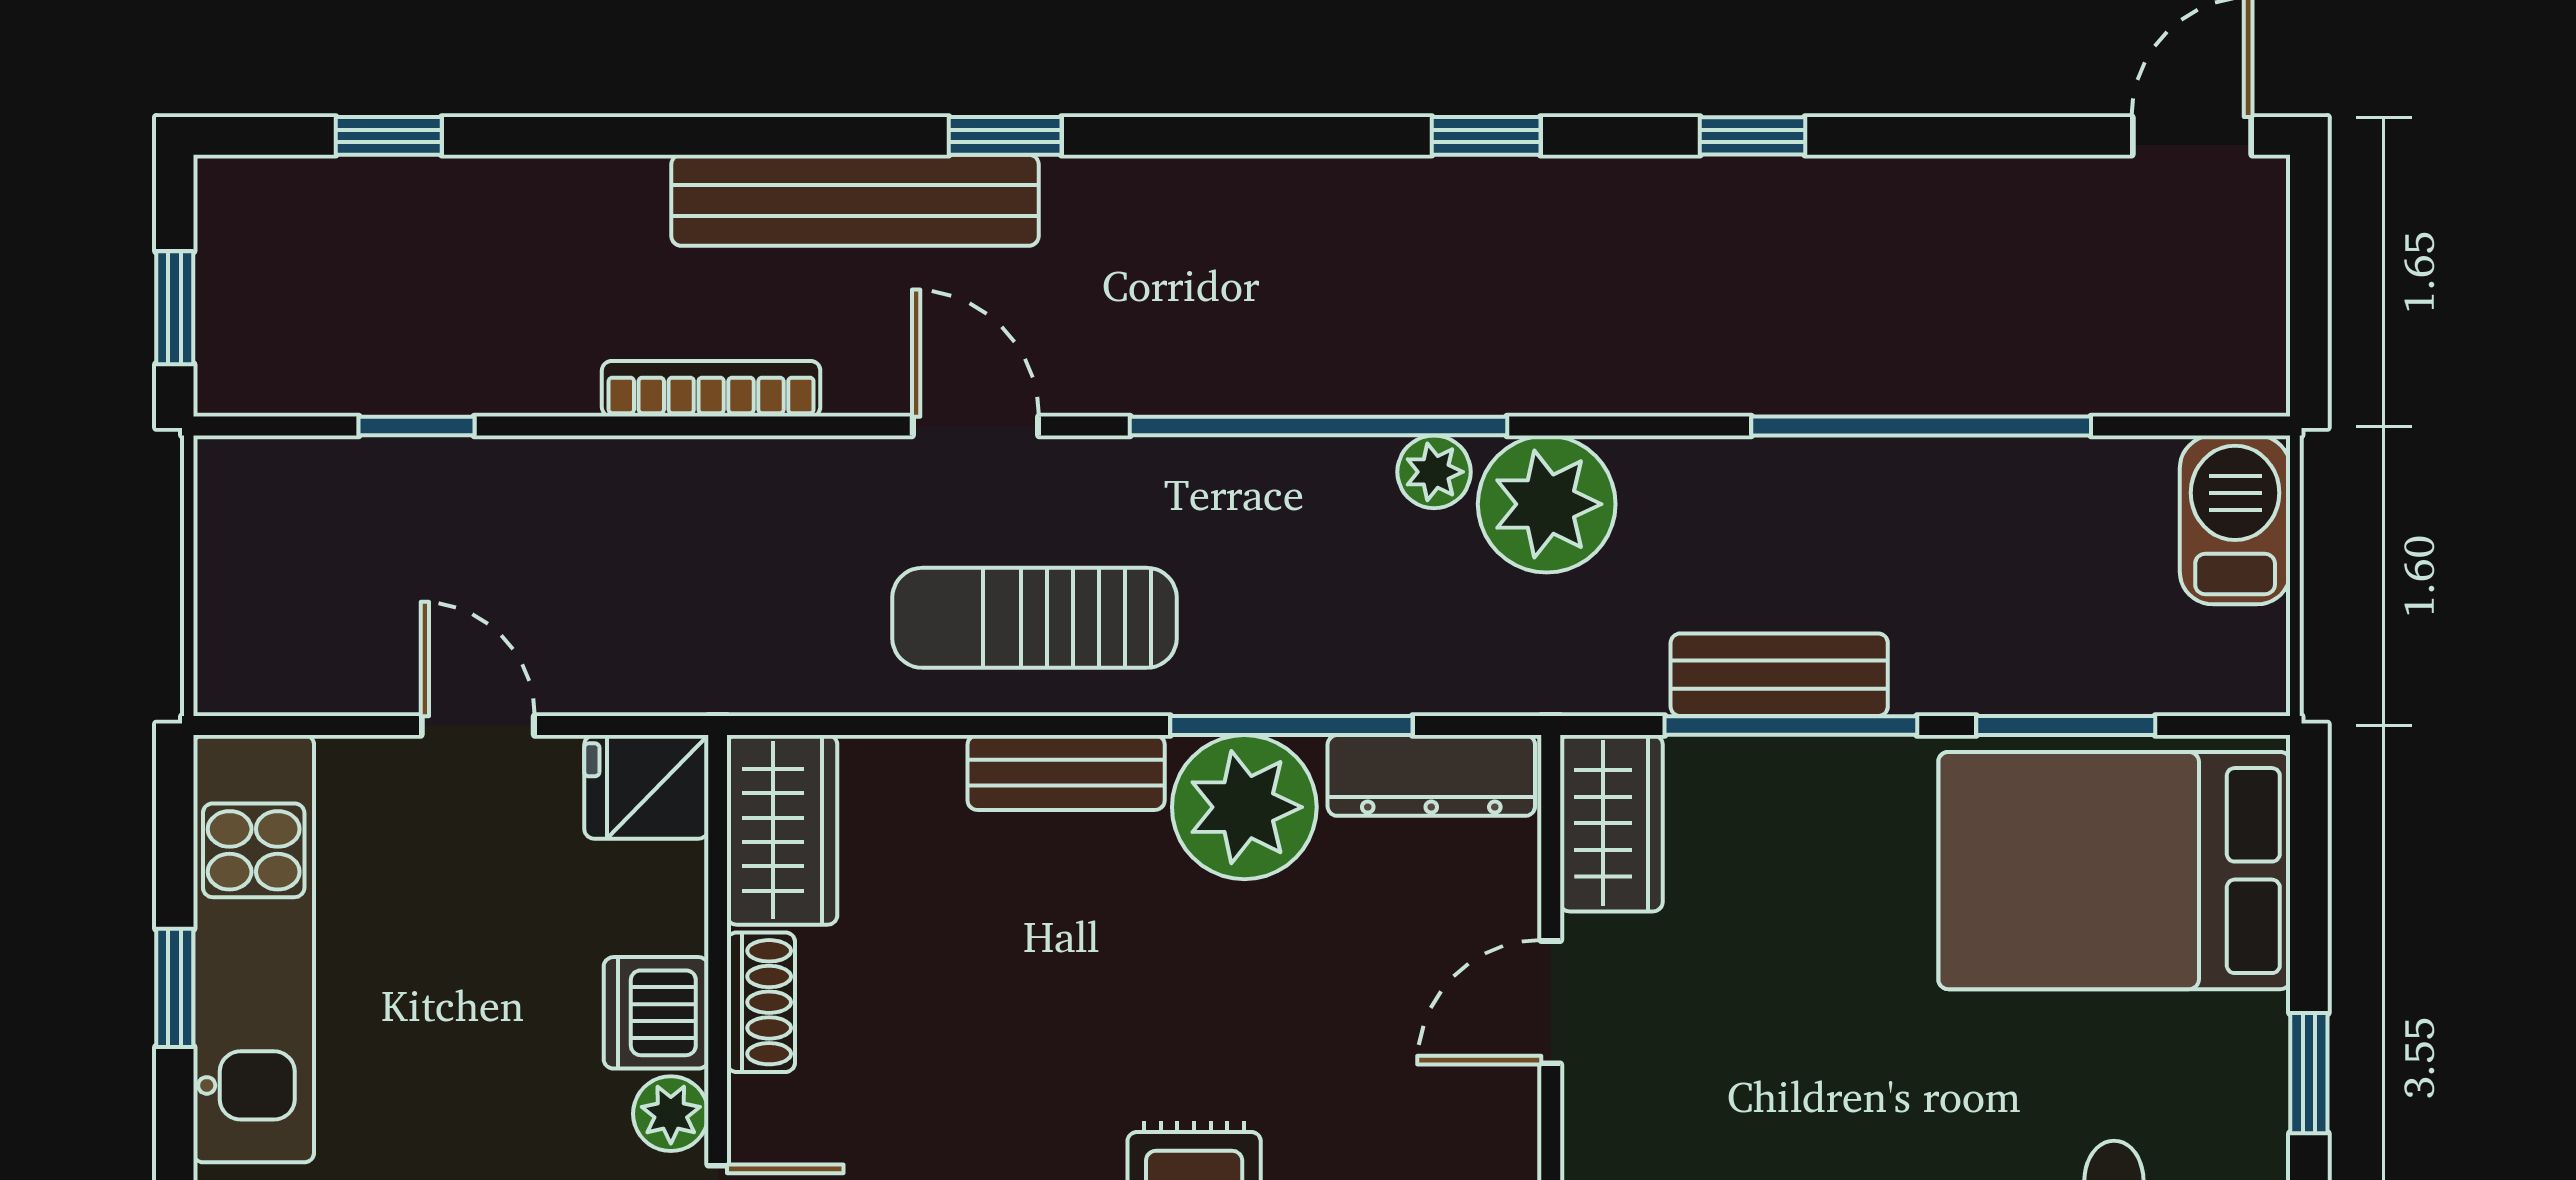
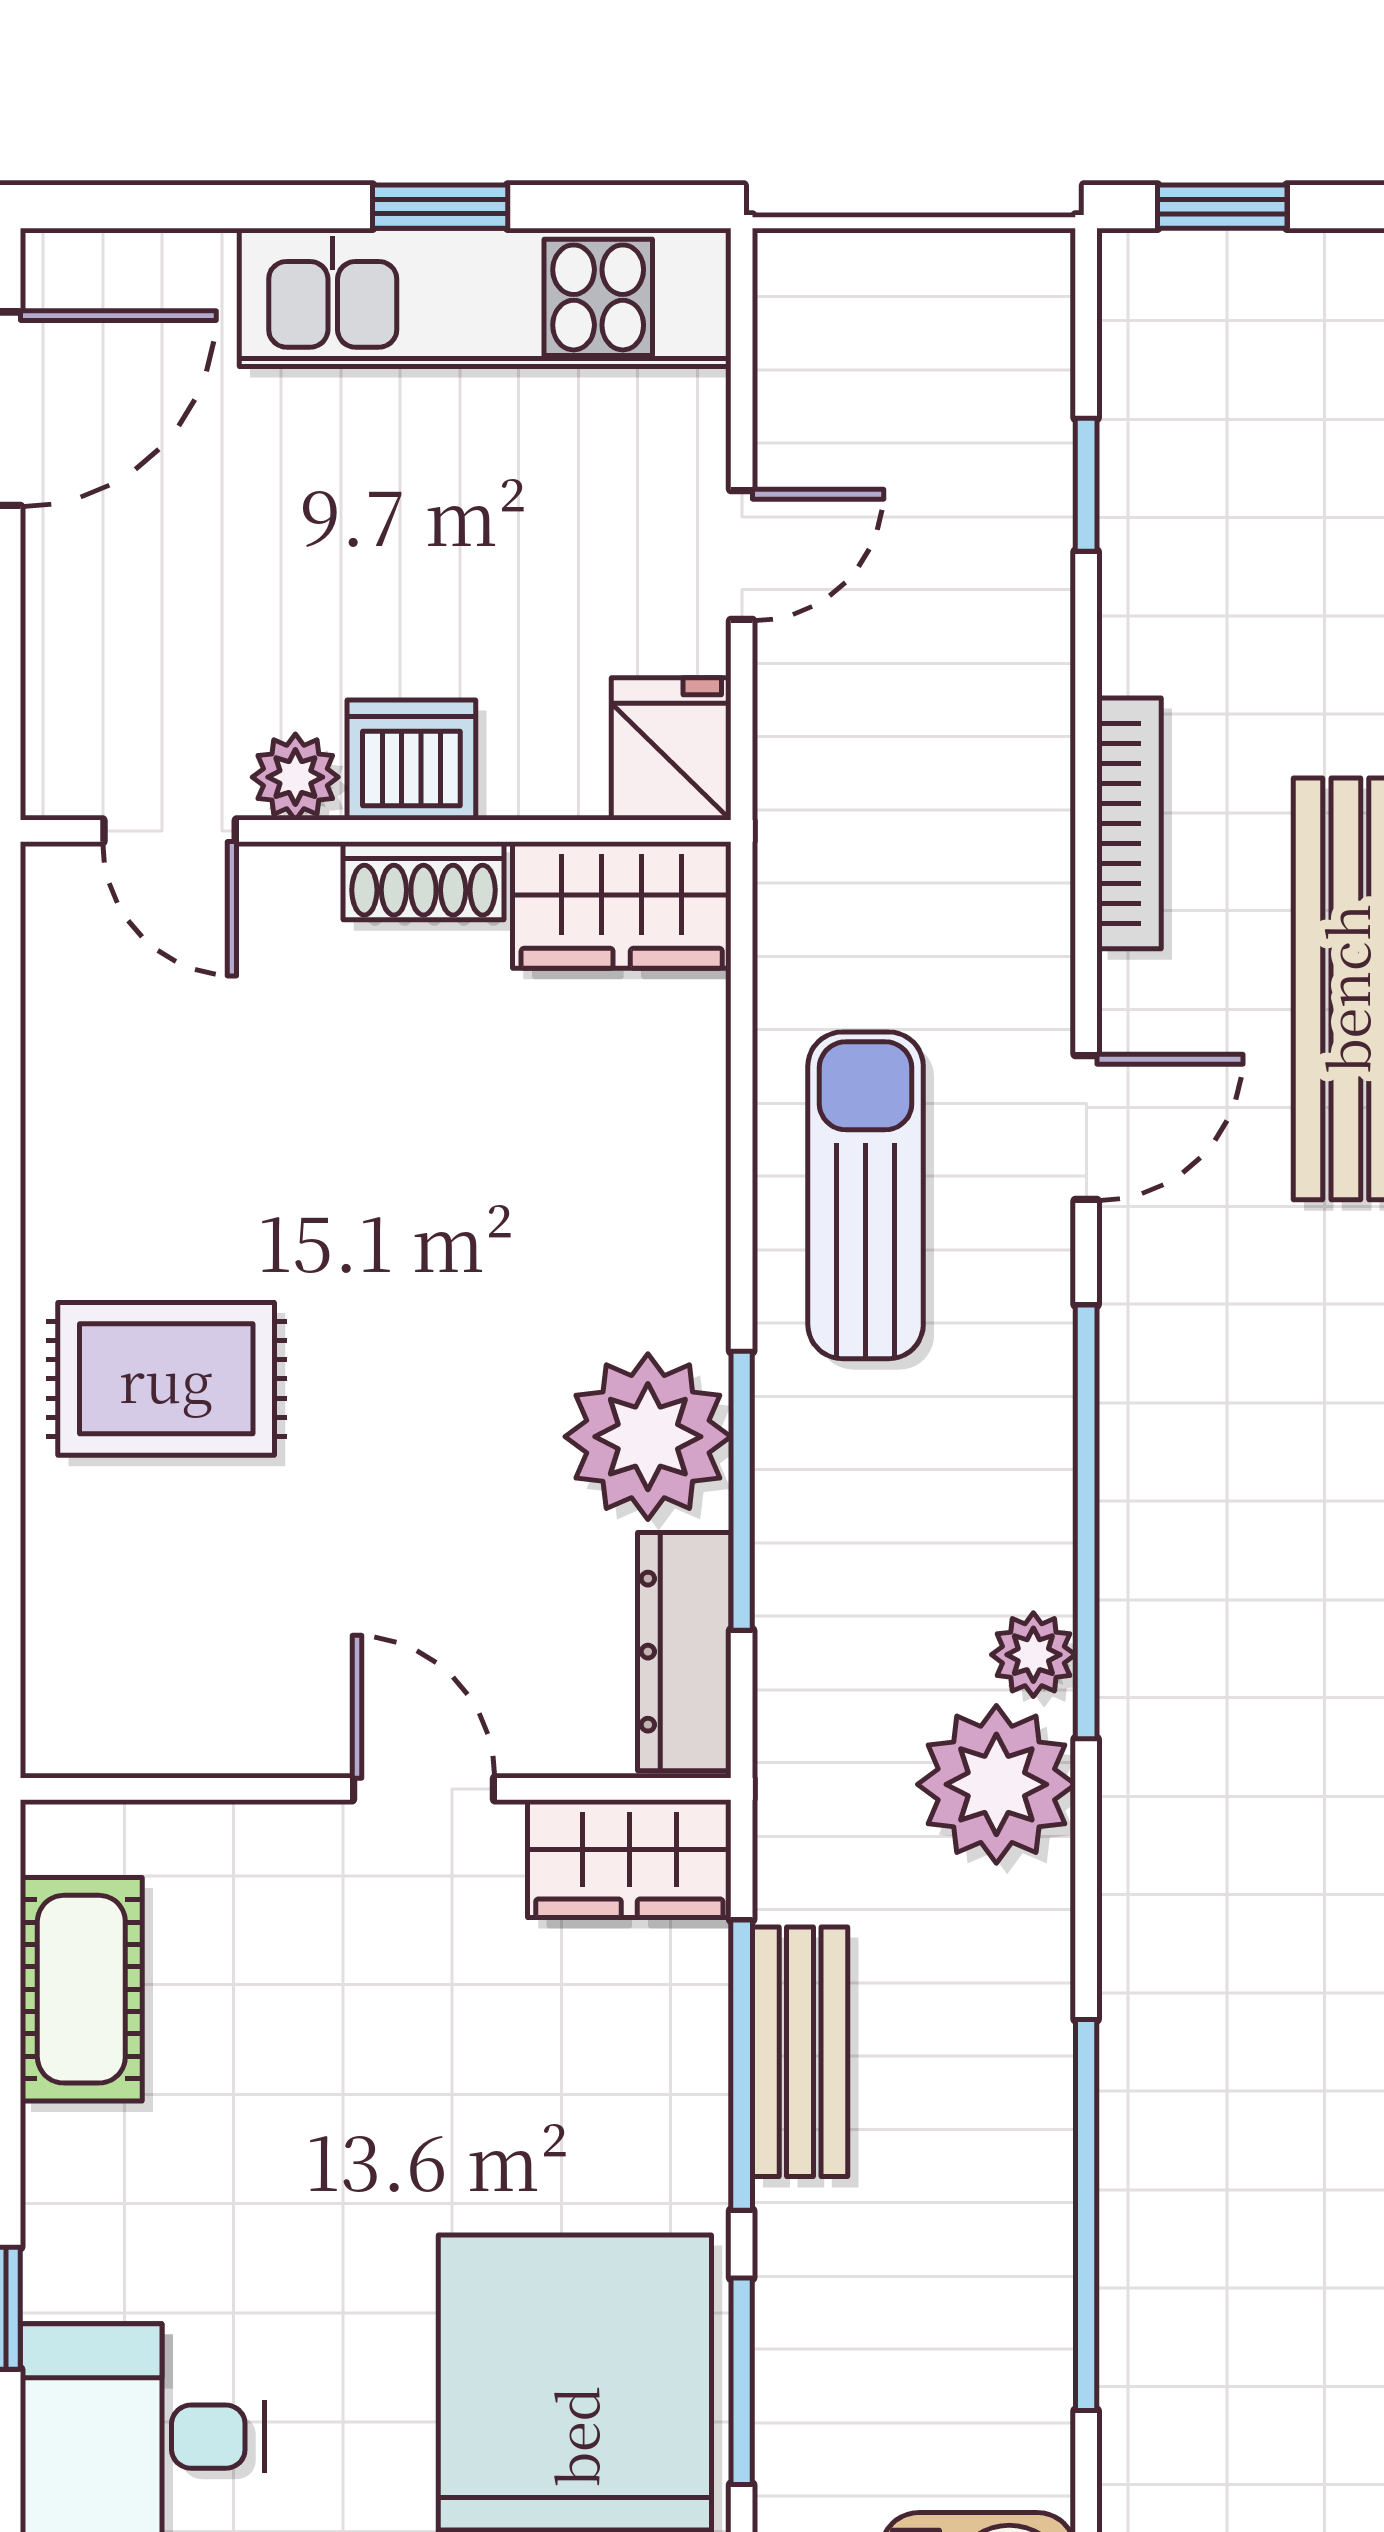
bench: (1066, 773) -> (688, 1232), removed

